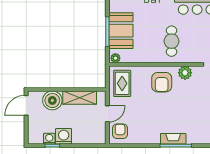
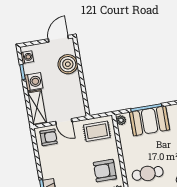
shelving: (80, 98) -> (37, 107), moved
door: (26, 105) -> (58, 39), hinge flipped
washing machine: (49, 139) -> (27, 57), moved

